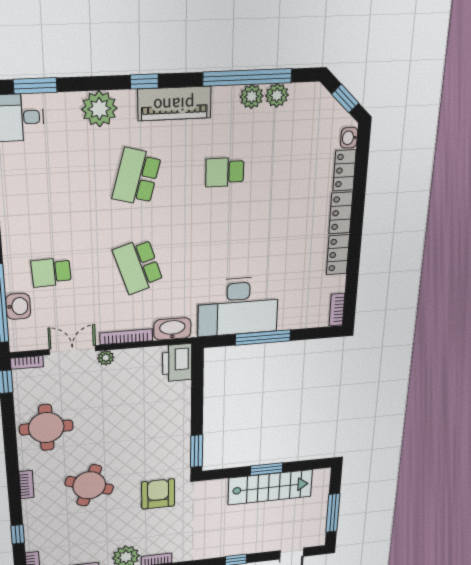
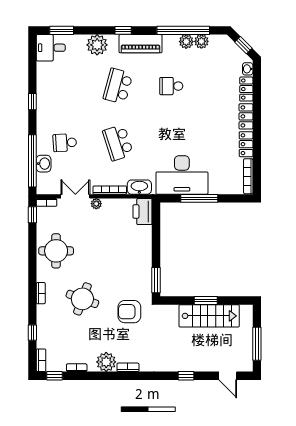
bookcase: (337, 310) -> (248, 176), width x1.56
armchair: (158, 494) -> (129, 312), turned -90

